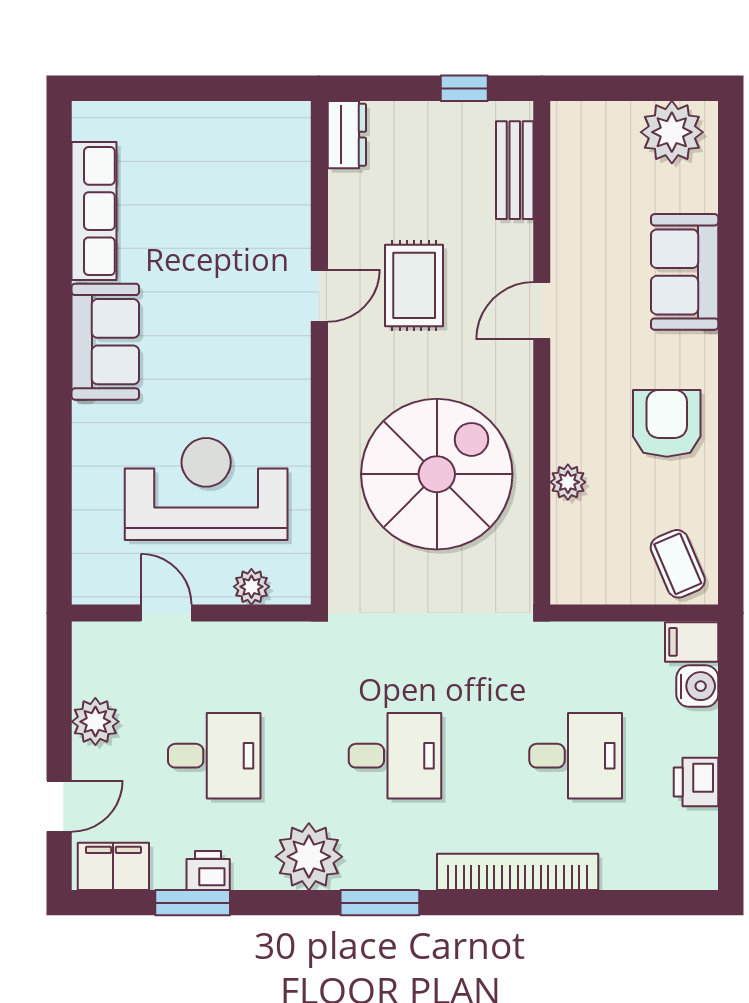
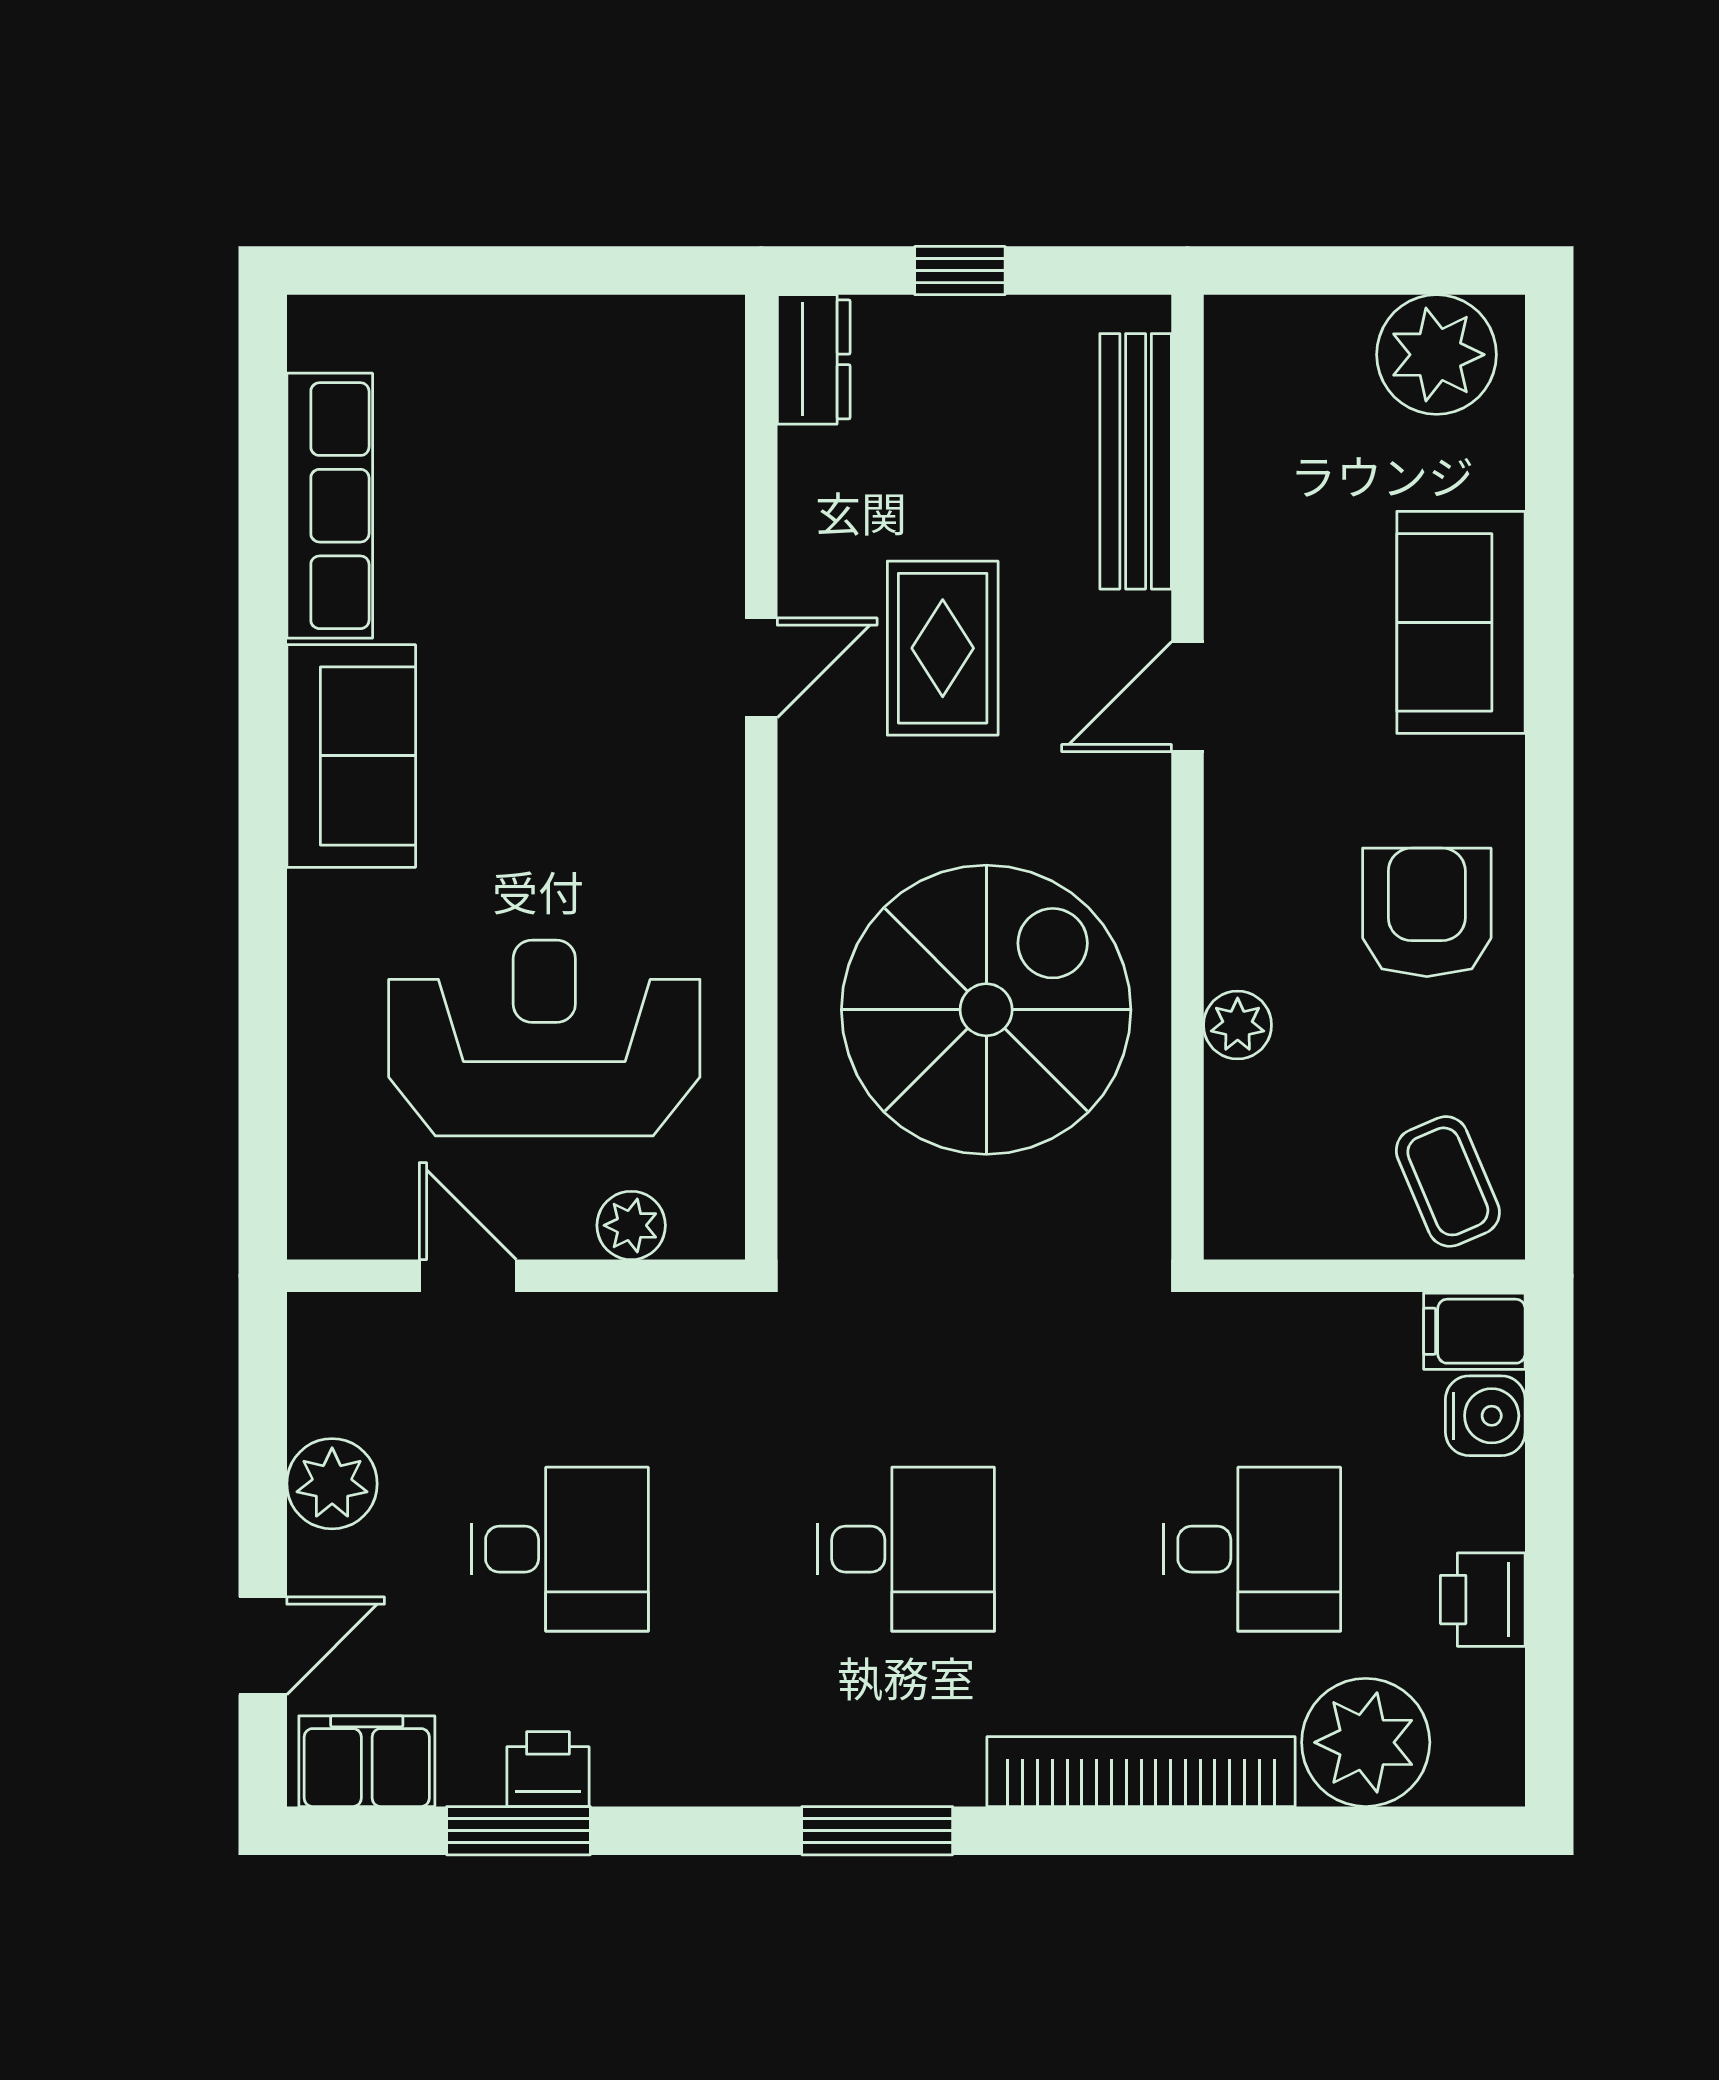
window: (464, 88) -> (960, 271), moved
bench: (515, 170) -> (1136, 461), width x1.36
plant: (309, 857) -> (1366, 1742), moved

